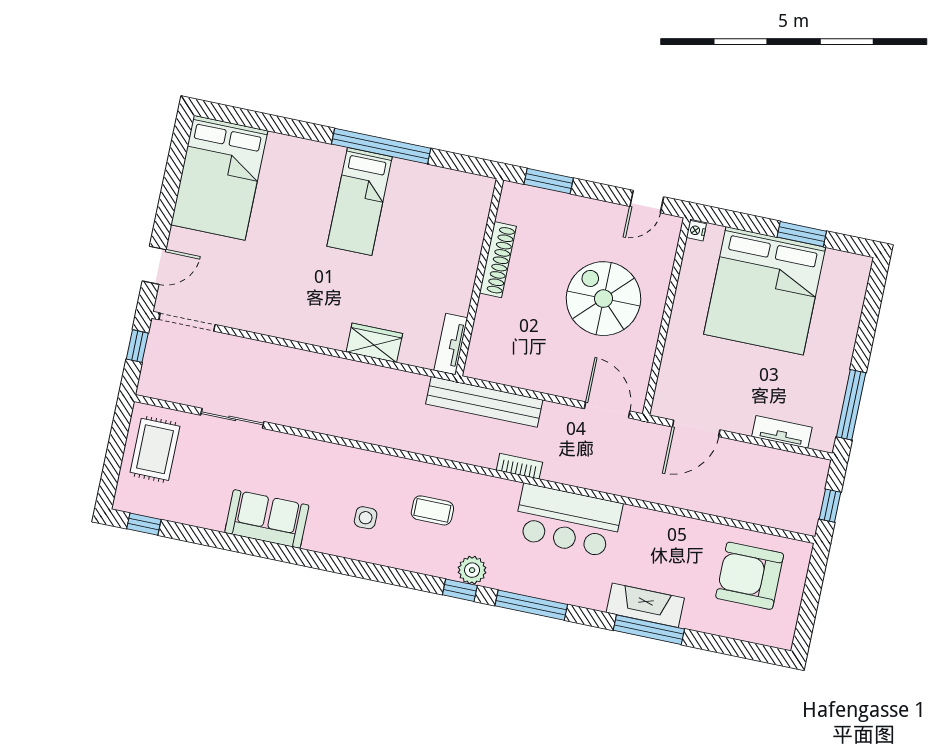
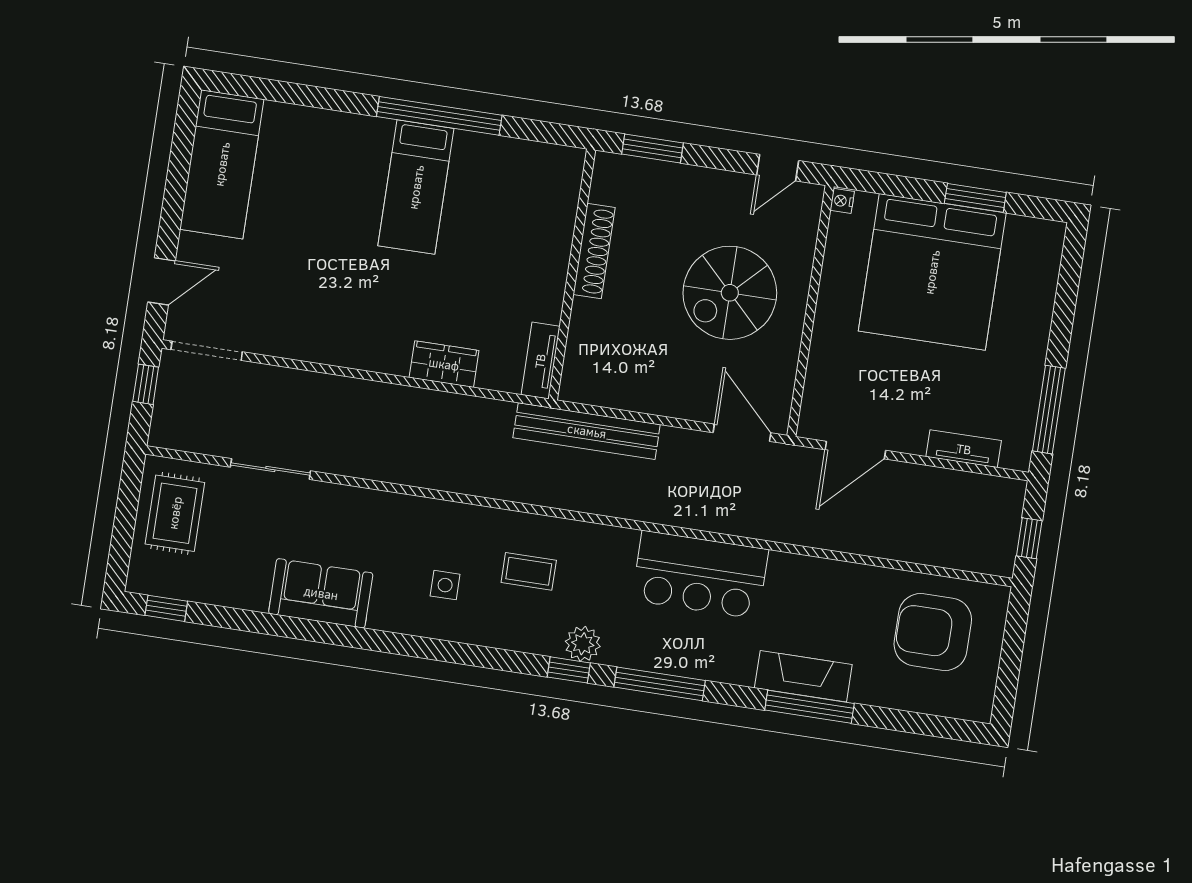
bed: (219, 178) -> (222, 164), width x0.67
spiral stairs: (603, 299) -> (730, 293), turned -90
bookcase: (519, 466) -> (635, 510), removed

